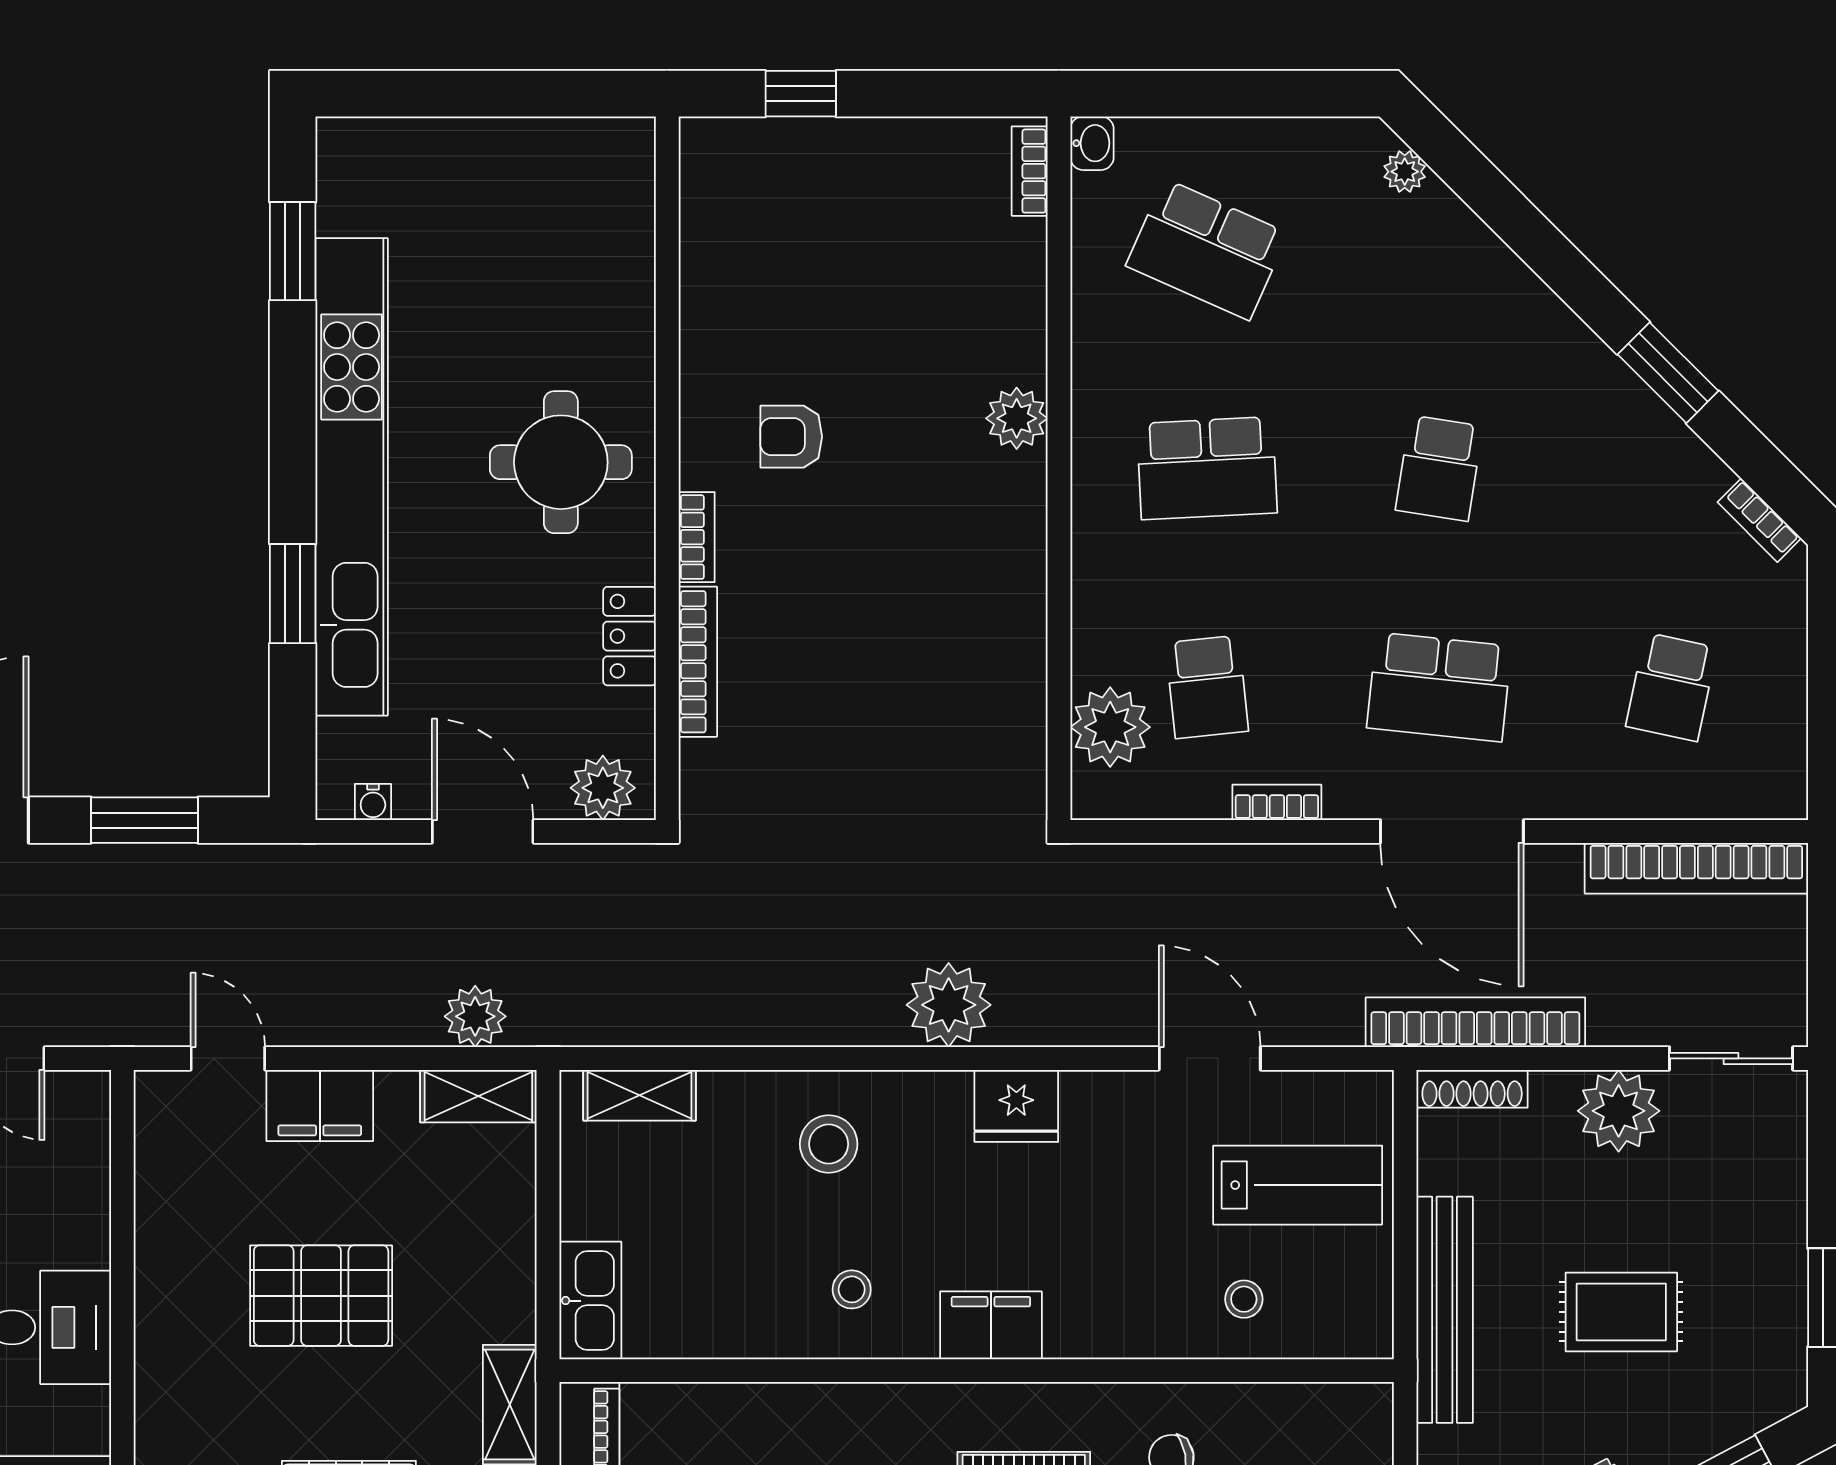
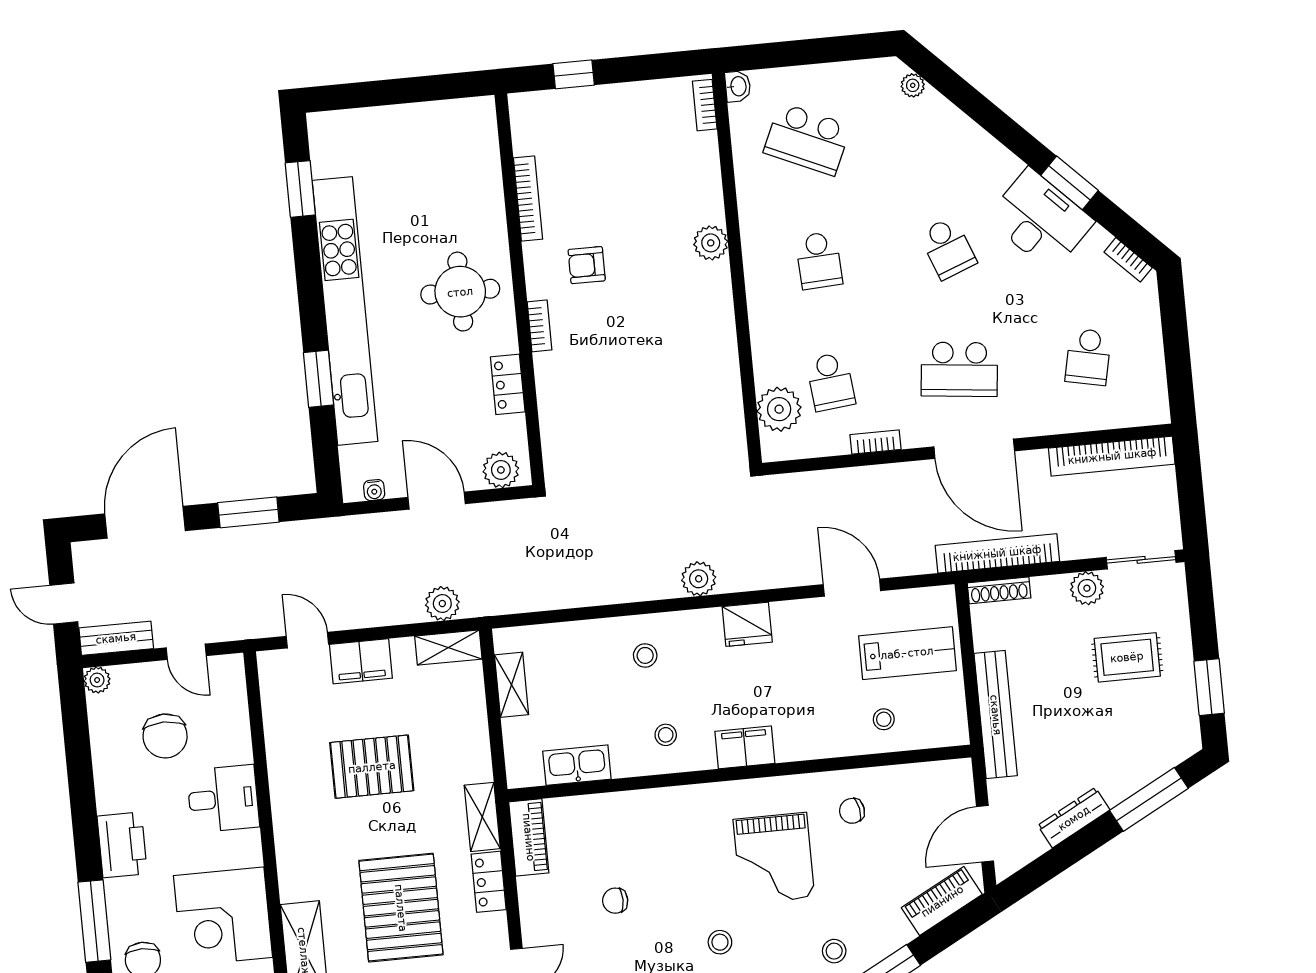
desk: (1609, 434) -> (1040, 220), added
school desk: (1207, 468) -> (819, 260), width x0.54
school desk: (1439, 468) -> (948, 248), turned -30
bookcase: (698, 662) -> (528, 199), moved
plant: (949, 1005) -> (699, 579), width x0.73, depth x0.73
shelving: (640, 1095) -> (511, 685), moved, turned 90
plant: (1619, 1111) -> (1087, 588), width x0.73, depth x0.73
stool: (829, 1144) -> (645, 655), width x0.73, depth x0.73
kitchen sink: (590, 1301) -> (577, 765), moved, turned -90
rug: (1621, 1312) -> (1127, 657), moved

